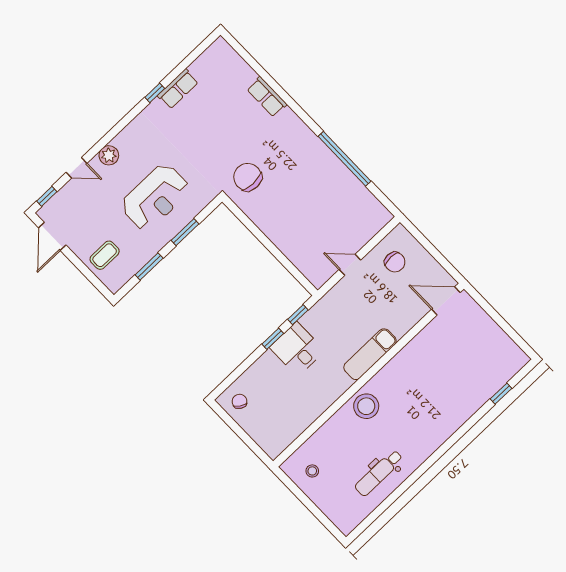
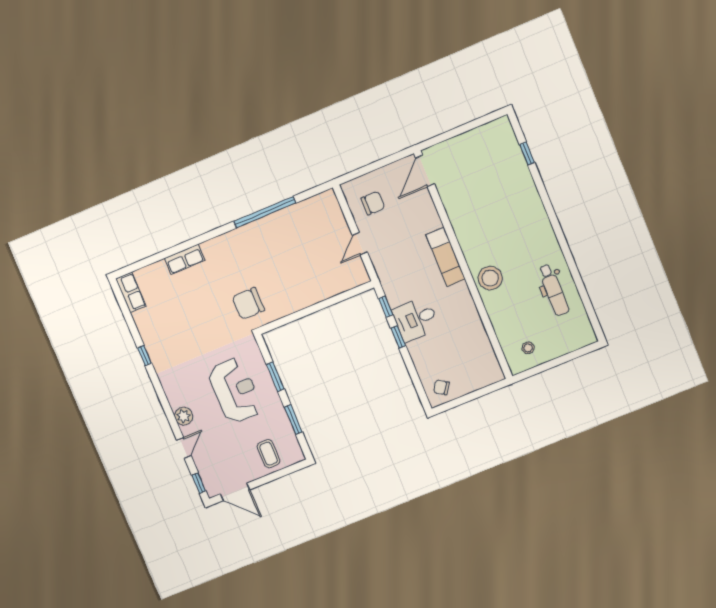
row of seats: (178, 89) -> (131, 292), moved

